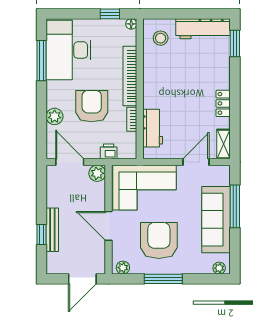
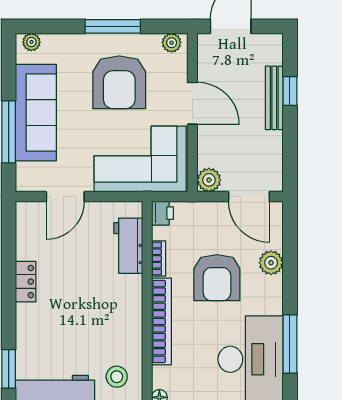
shelving: (224, 144) -> (25, 223), removed
printer: (109, 151) -> (162, 213), moved, turned -90

